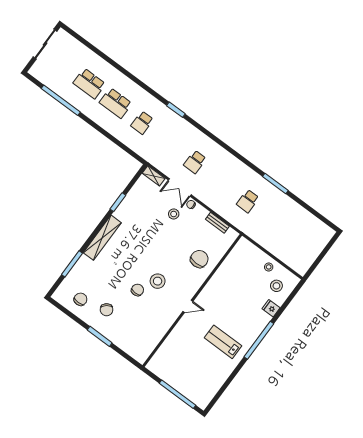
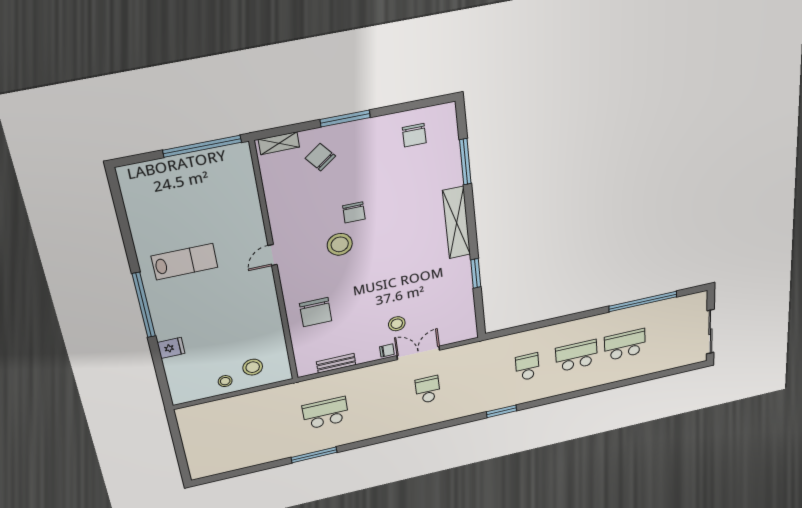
shelving: (154, 176) -> (279, 143), moved
school desk: (248, 201) -> (326, 413), width x1.85
stool: (276, 286) -> (253, 367), moved
chair: (107, 310) -> (320, 157), moved
window: (178, 394) -> (202, 146), moved

